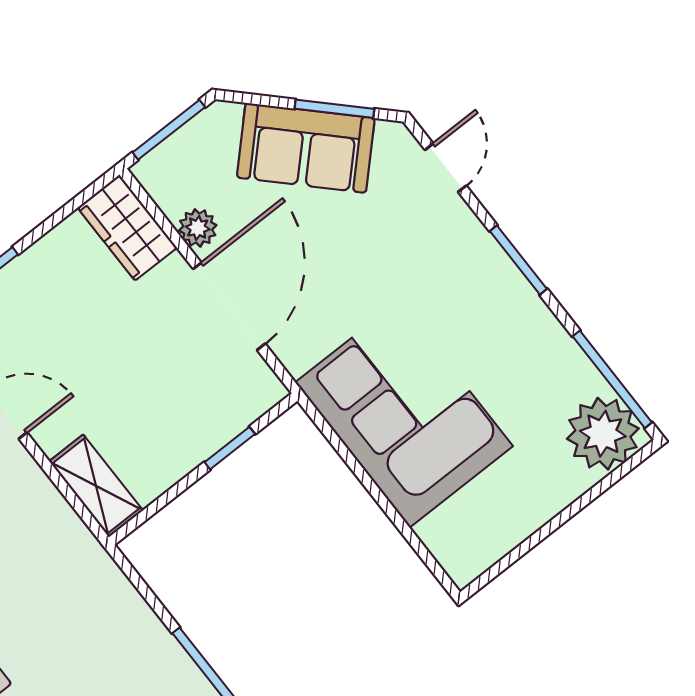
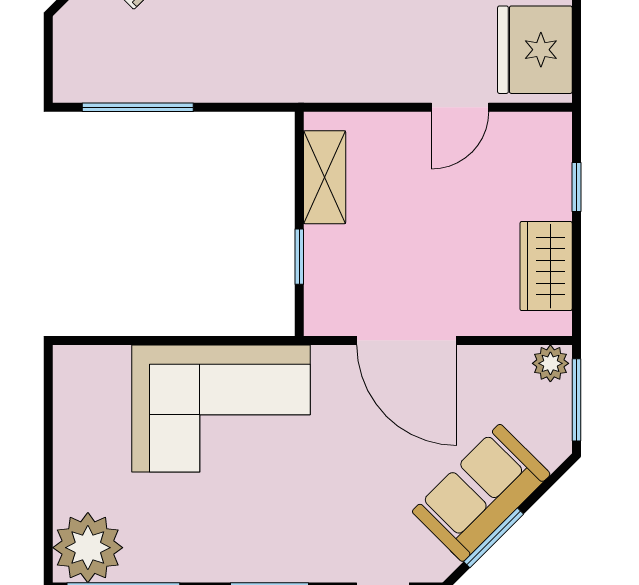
wardrobe: (127, 228) -> (546, 266), moved, turned -90
plant: (198, 228) -> (550, 363), moved
shelving: (96, 486) -> (325, 177), moved, turned 90

